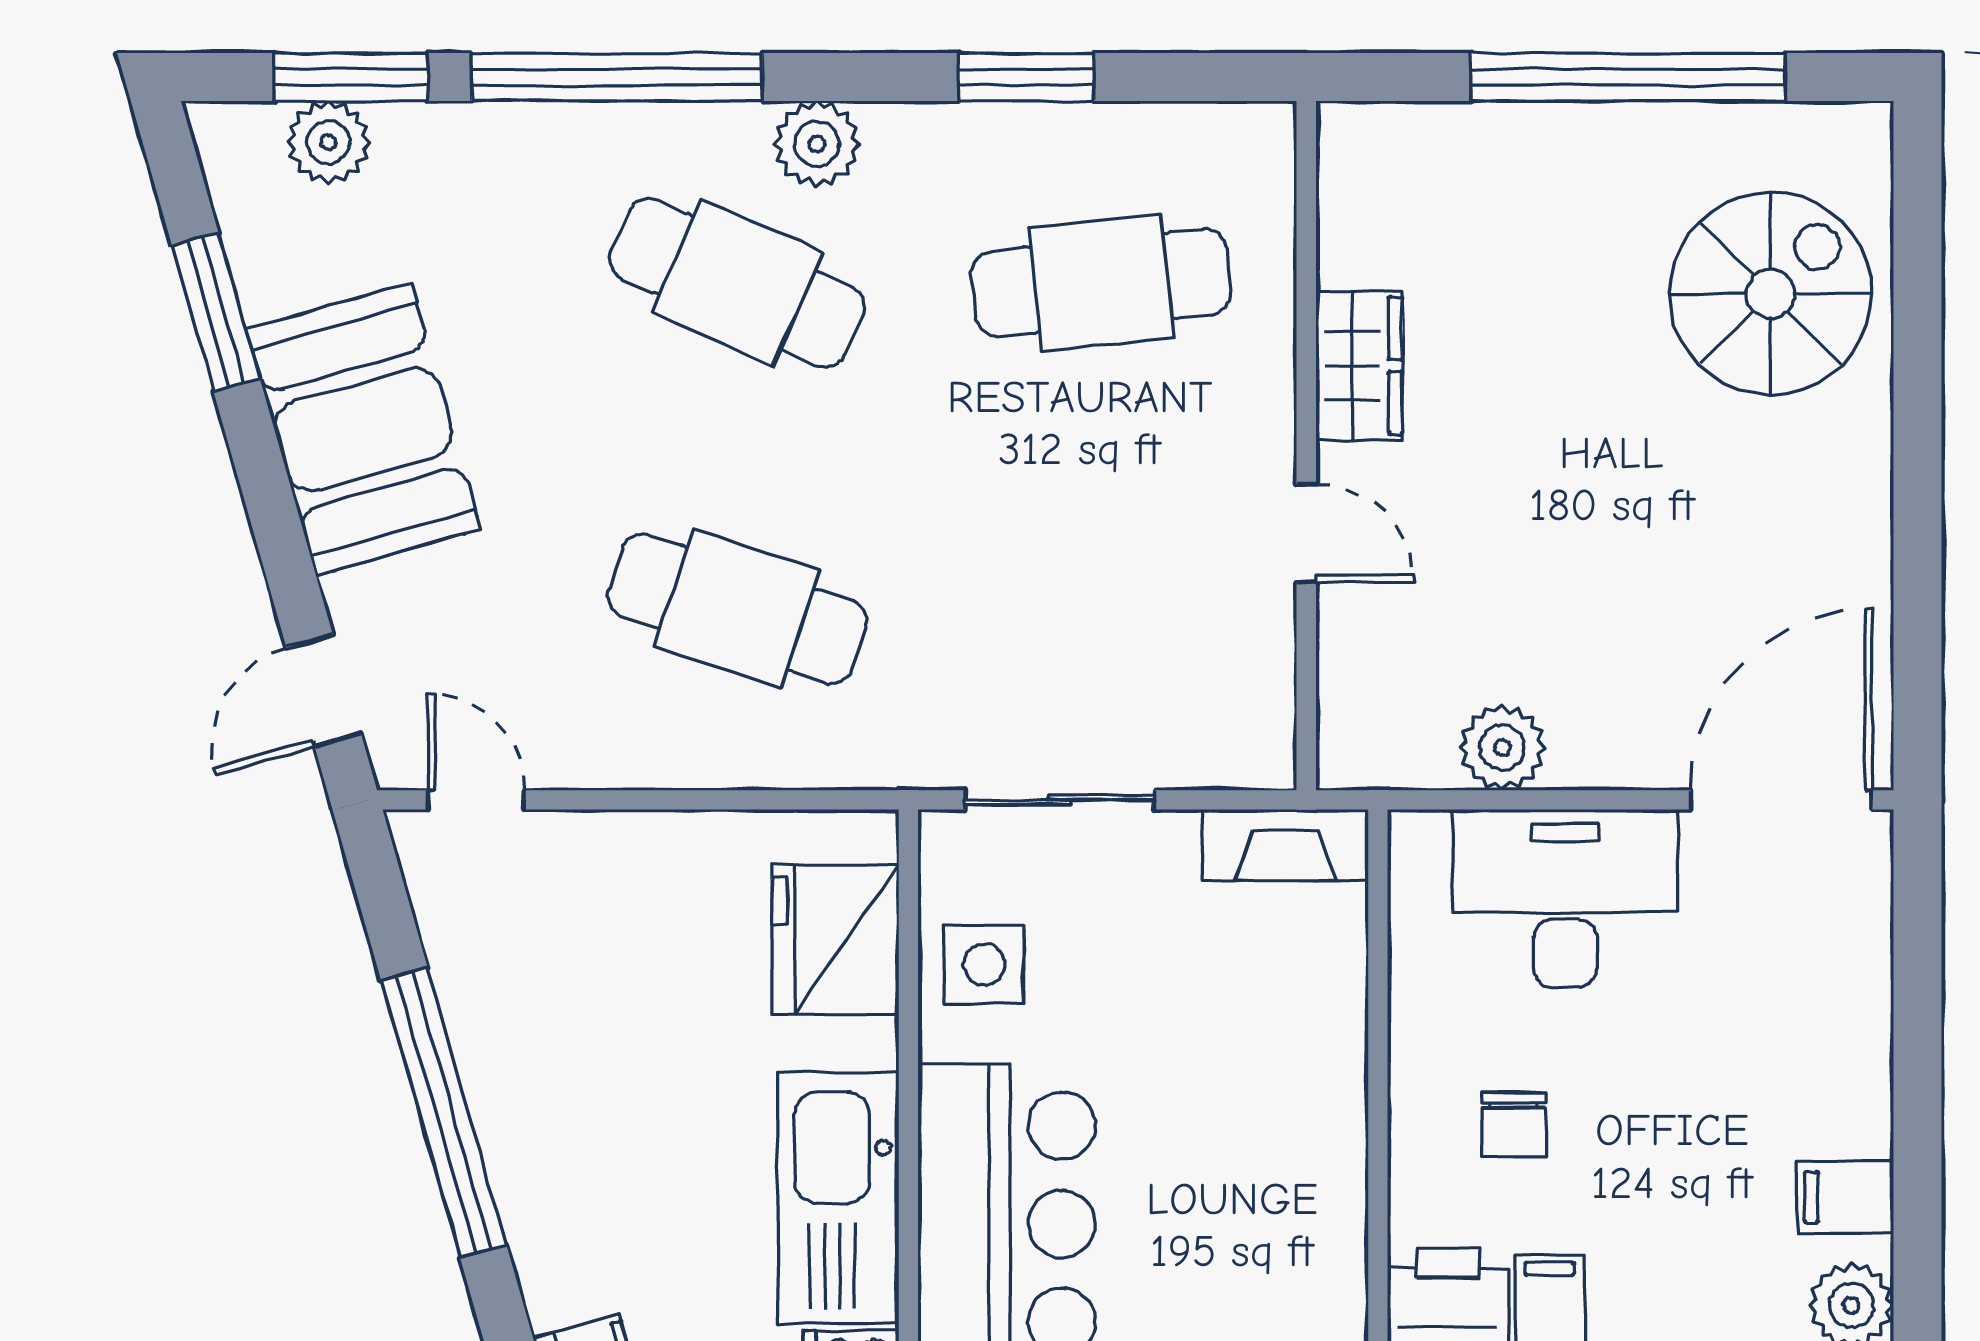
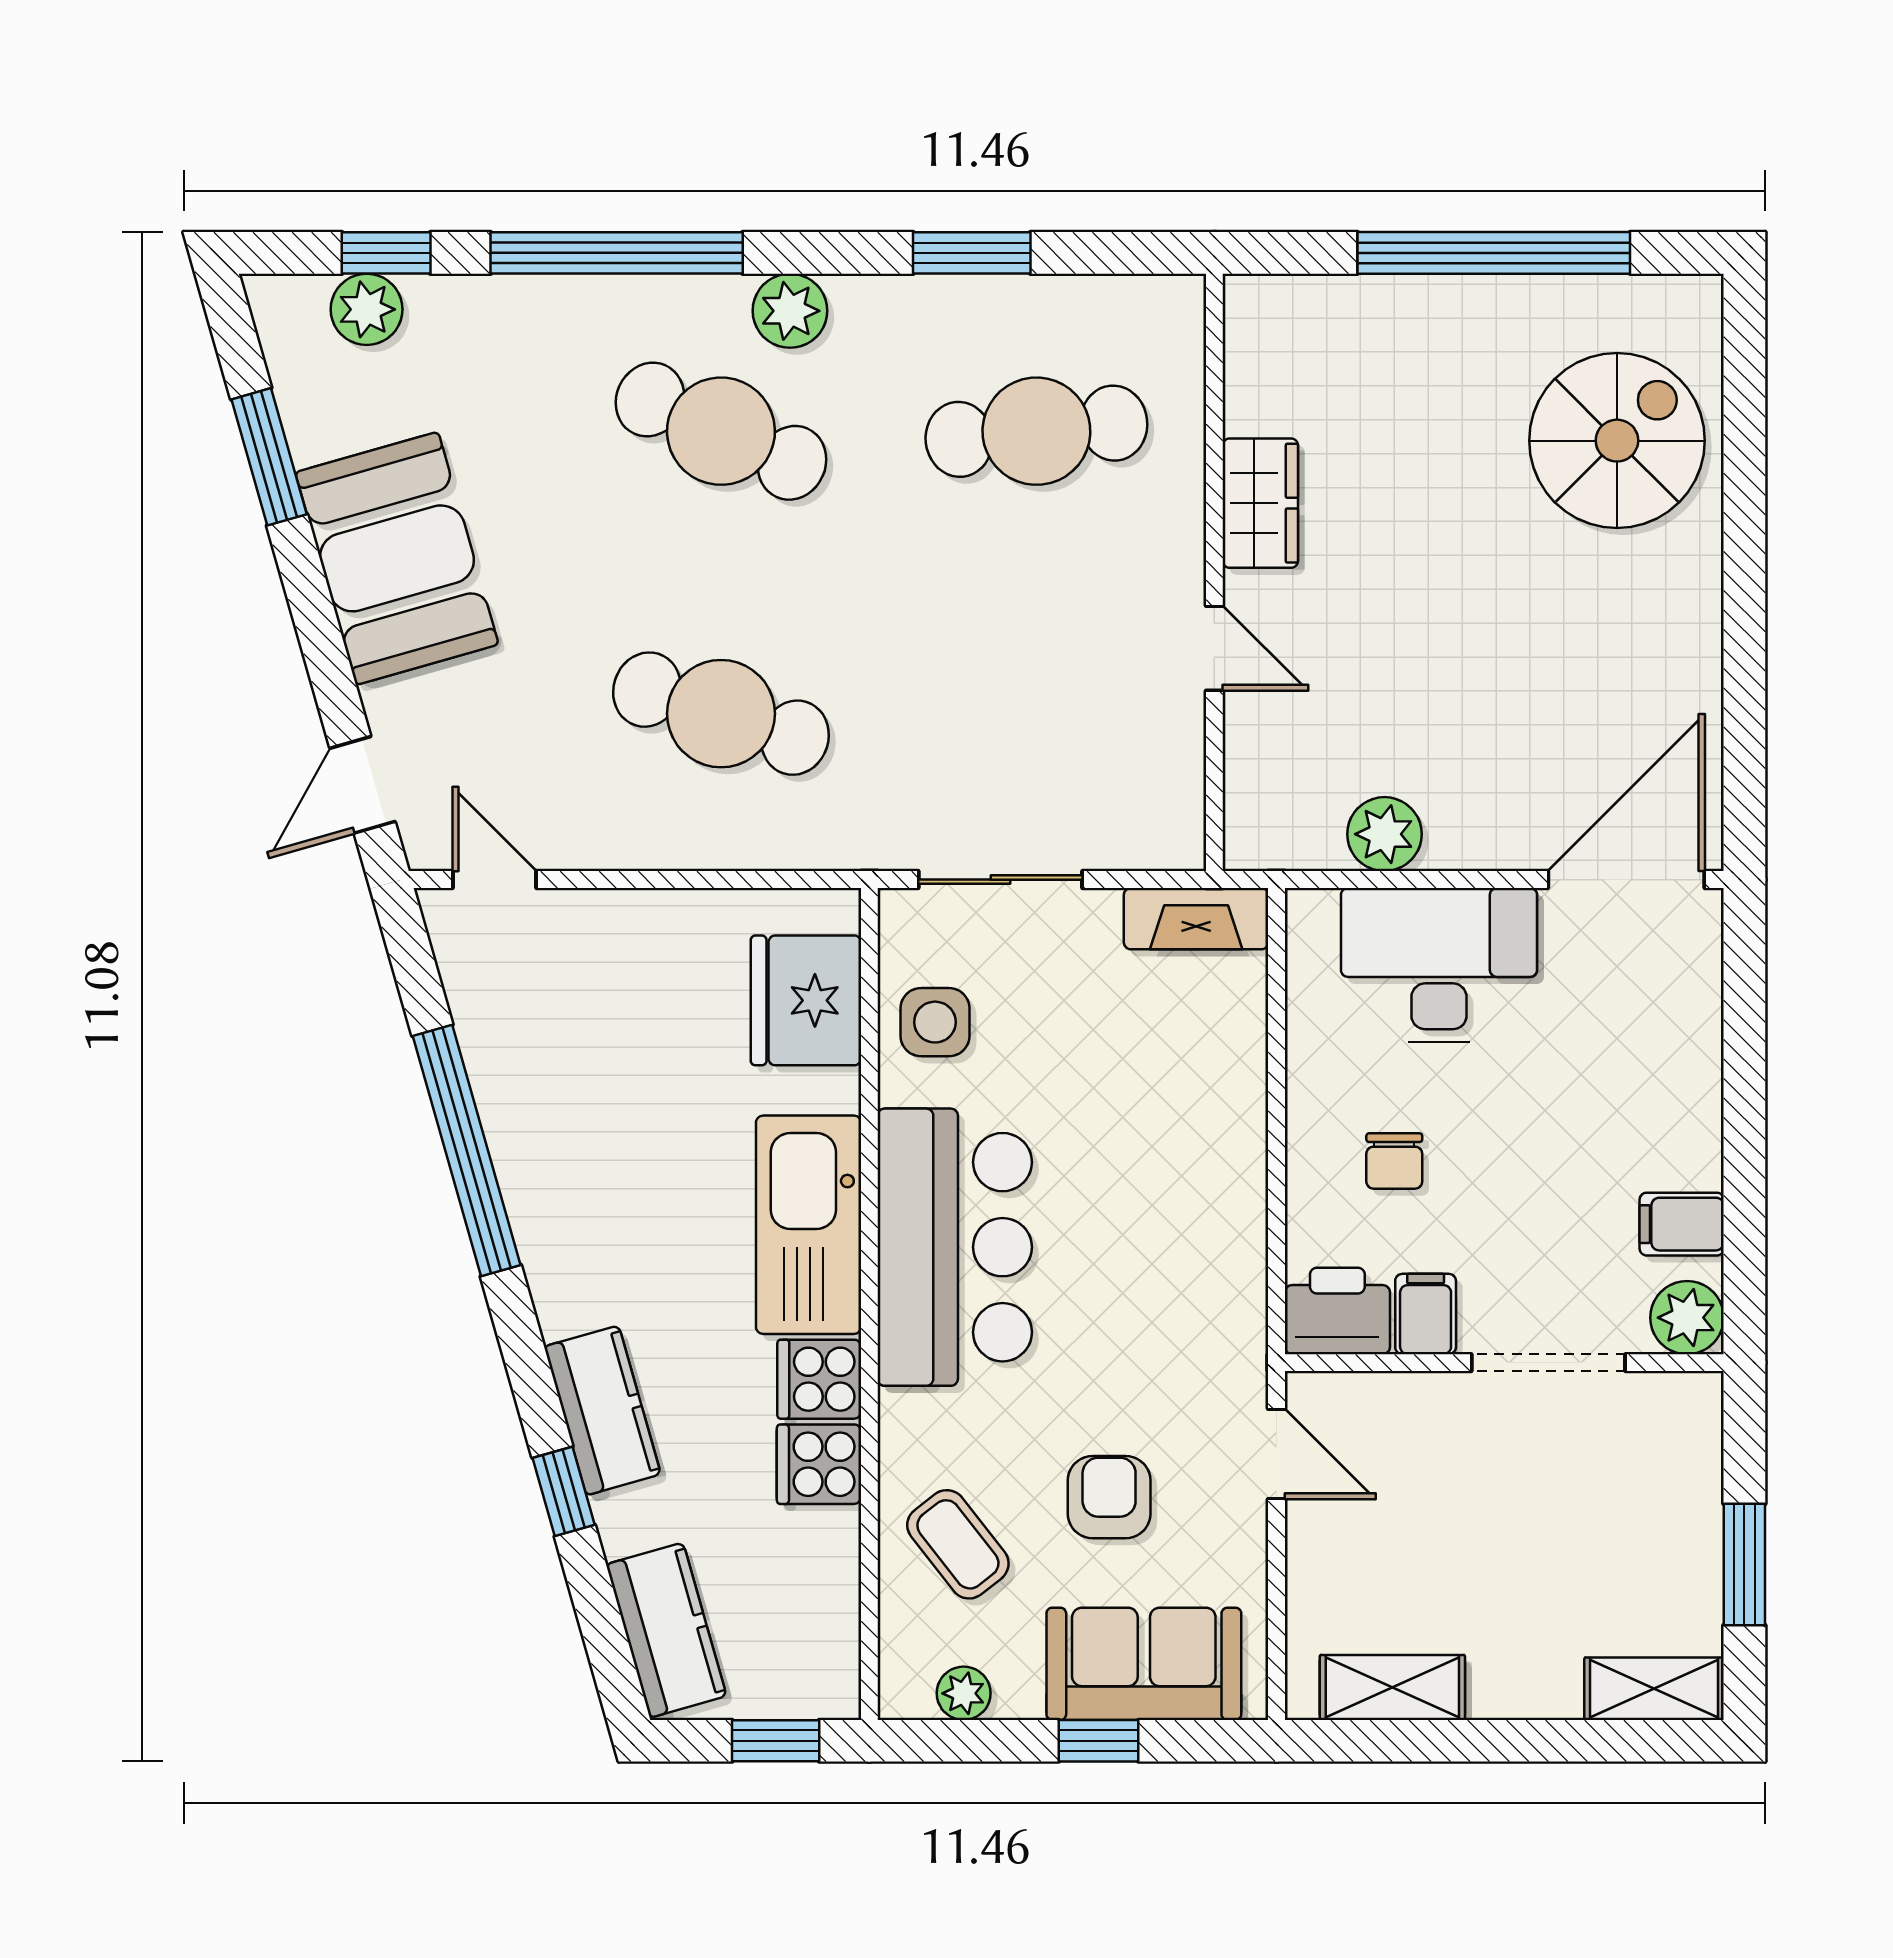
window: (351, 77) -> (386, 253), width x0.67

